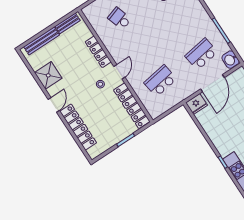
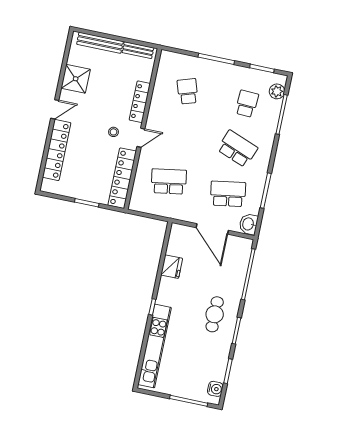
school desk: (181, 23) -> (237, 149), added
door: (212, 83) -> (212, 229), hinge flipped
fridge: (196, 104) -> (172, 267), moved, turned -90

